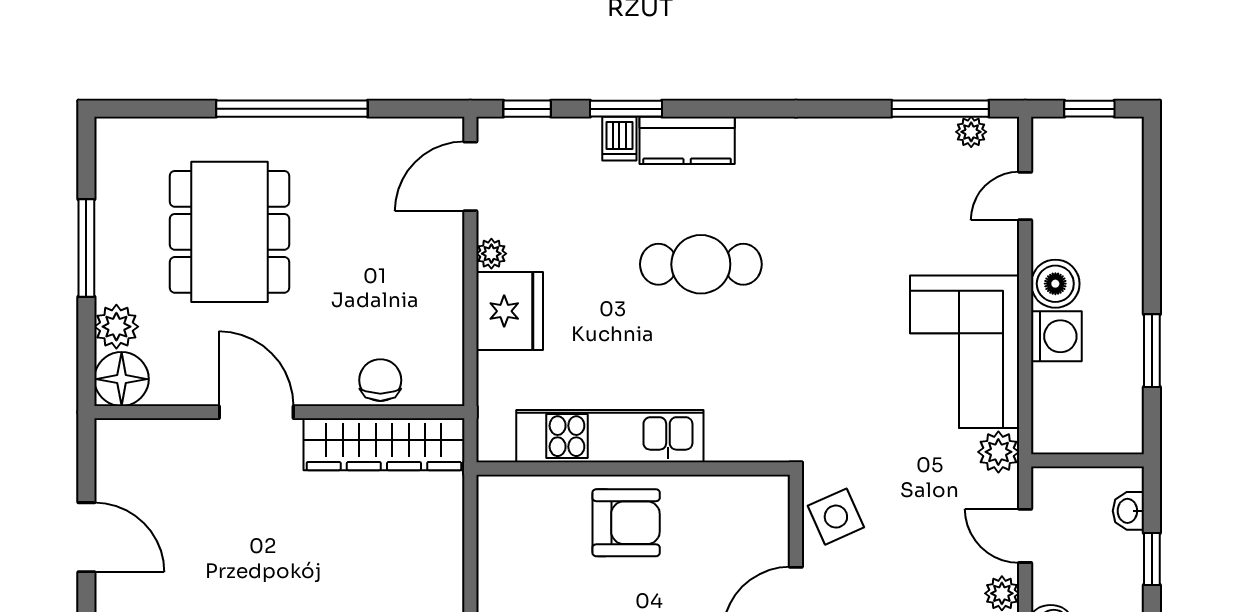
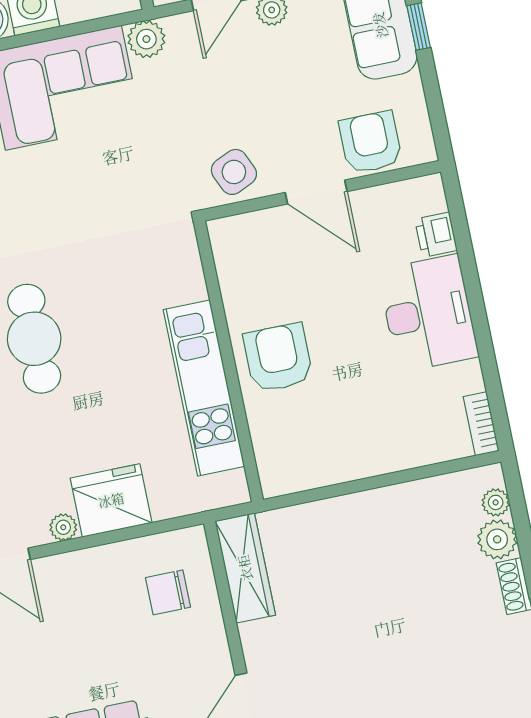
chair: (380, 380) -> (168, 592), moved
wardrobe: (384, 444) -> (245, 568), width x0.71, depth x0.85

